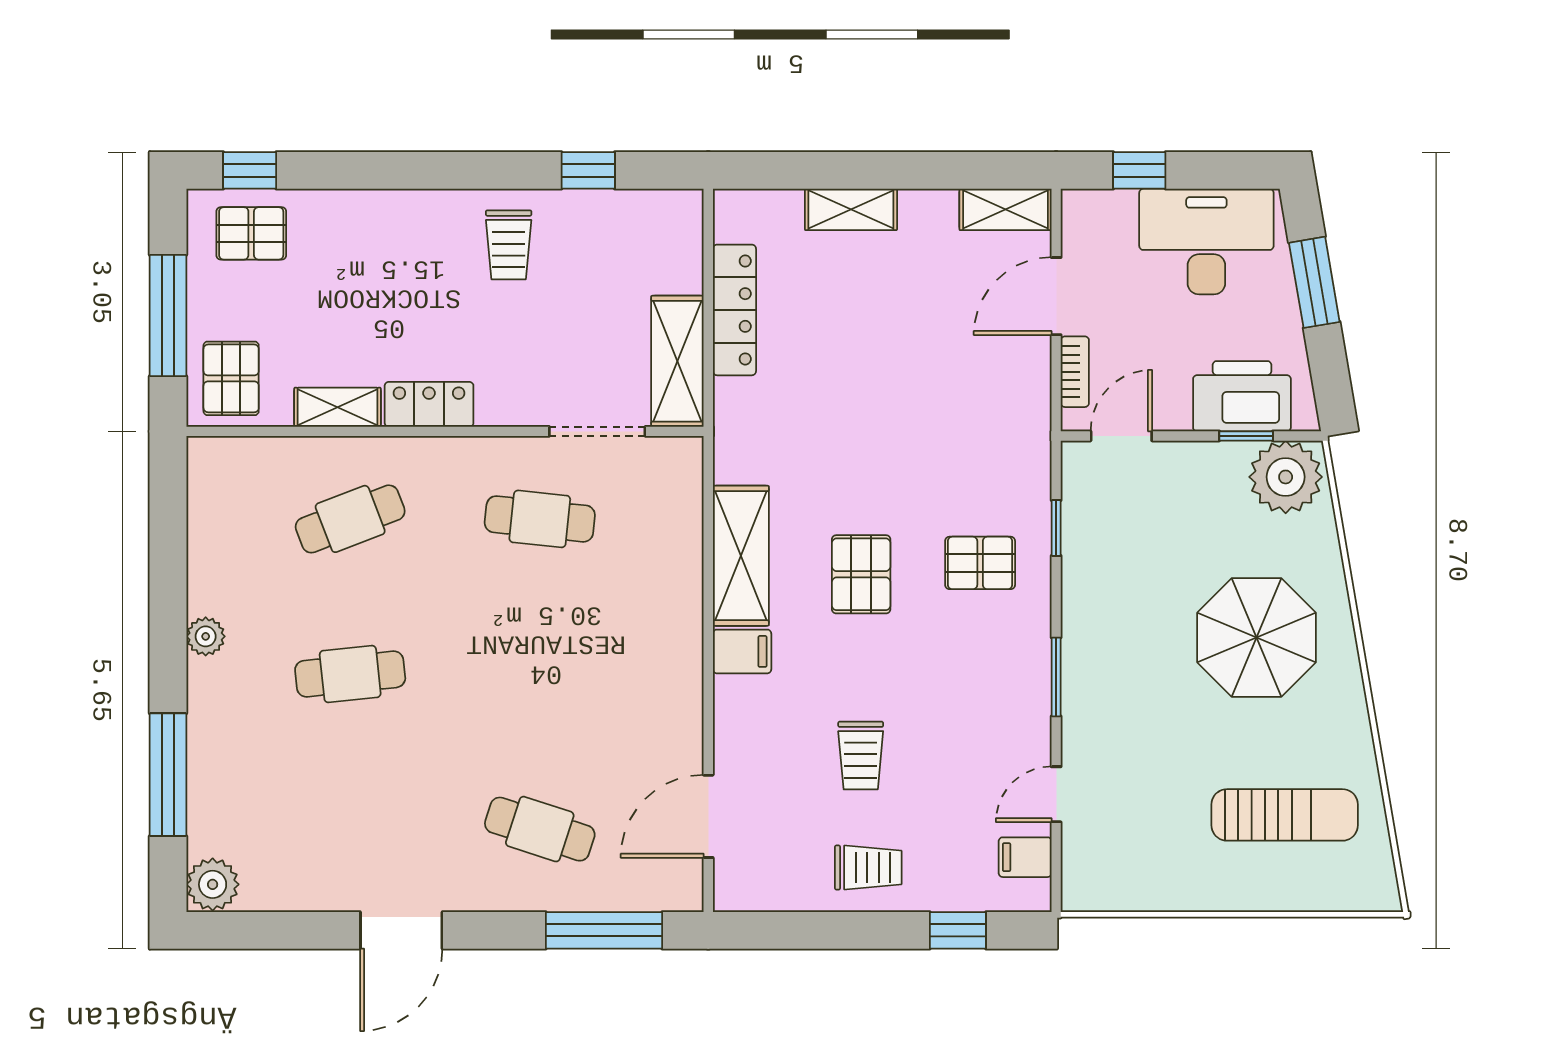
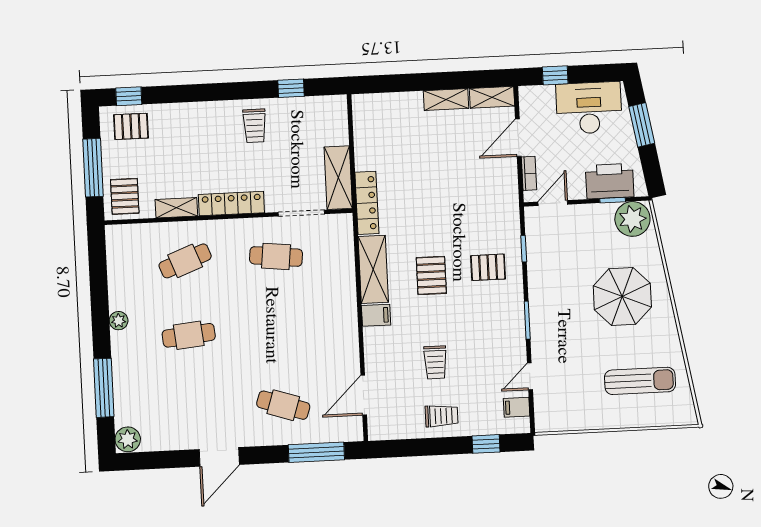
shelving: (851, 209) -> (446, 99), moved
locker: (734, 310) -> (367, 203), moved
locker: (429, 404) -> (231, 204), width x1.53

